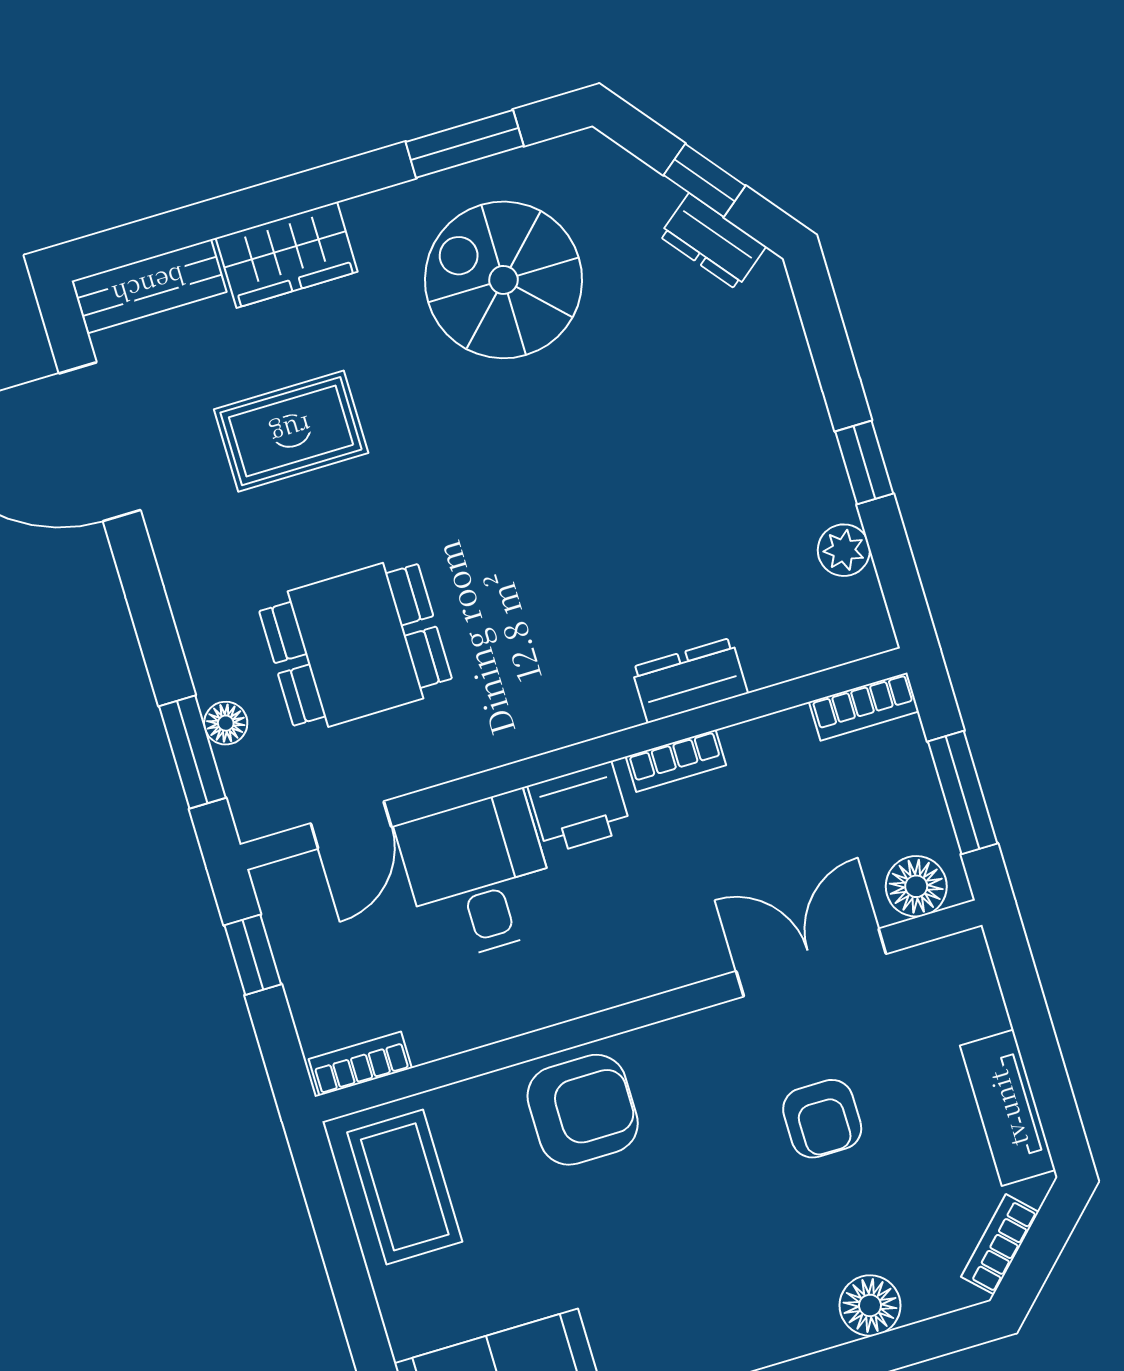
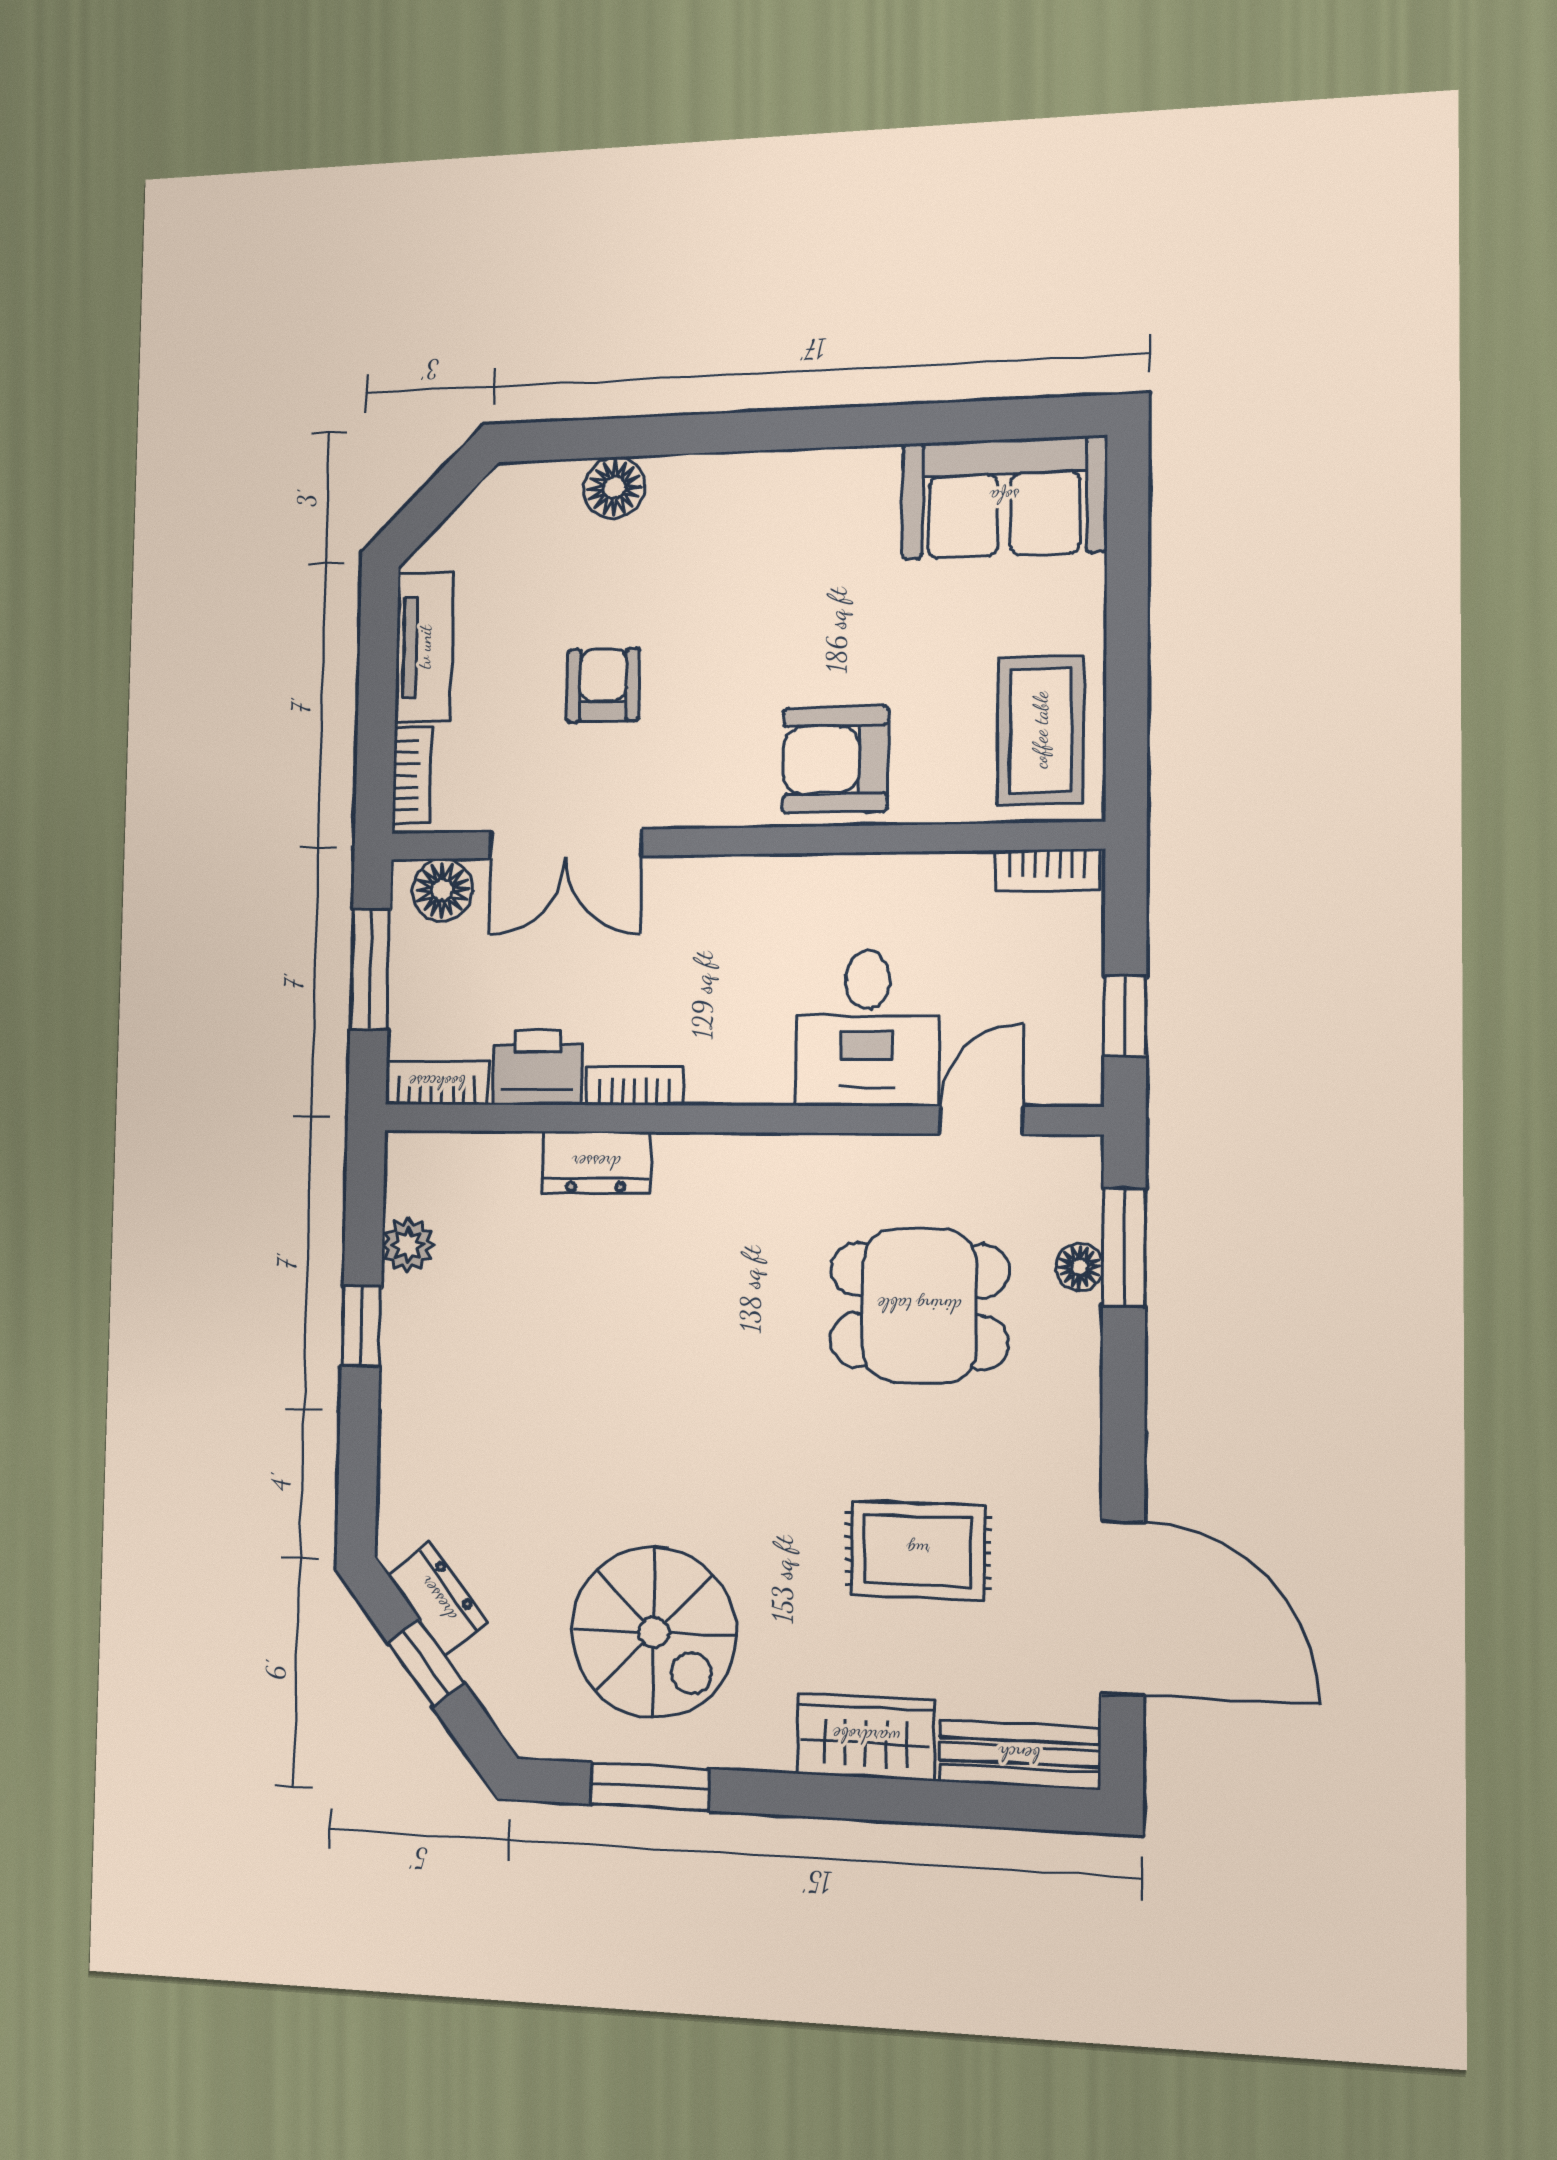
printer: (579, 808) -> (538, 1067), moved
bookcase: (1000, 1244) -> (412, 775), moved, turned -45

